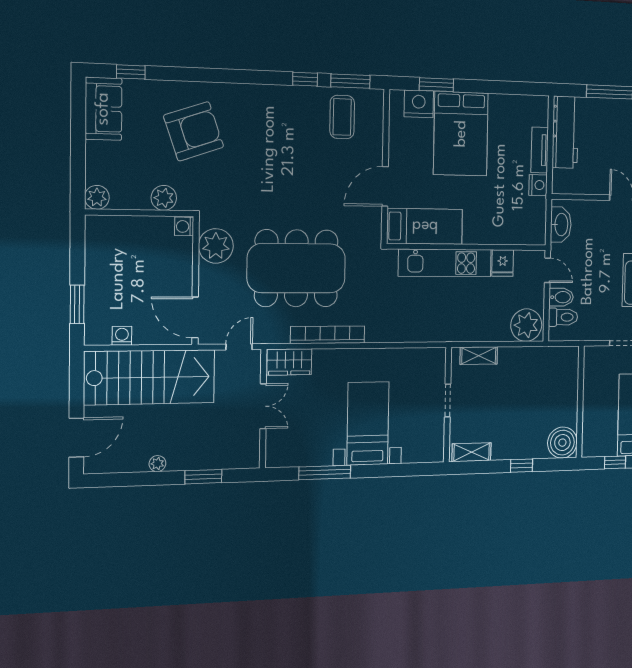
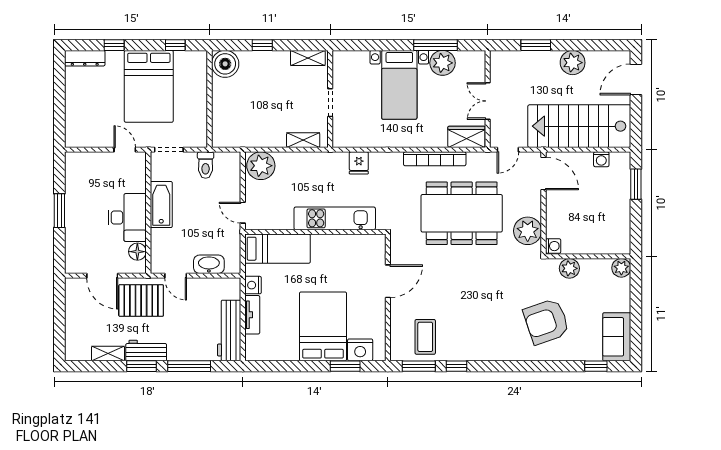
washbasin: (561, 225) -> (209, 264), moved, turned 90
bed: (425, 226) -> (277, 249), moved, turned 180
fridge: (503, 263) -> (359, 163), moved, turned 180
bidet: (561, 297) -> (229, 190), removed
toilet: (563, 317) -> (206, 165), moved, turned -90
plant: (317, 451) -> (443, 63), added
plant: (157, 464) -> (573, 63), width x1.88, depth x1.88

